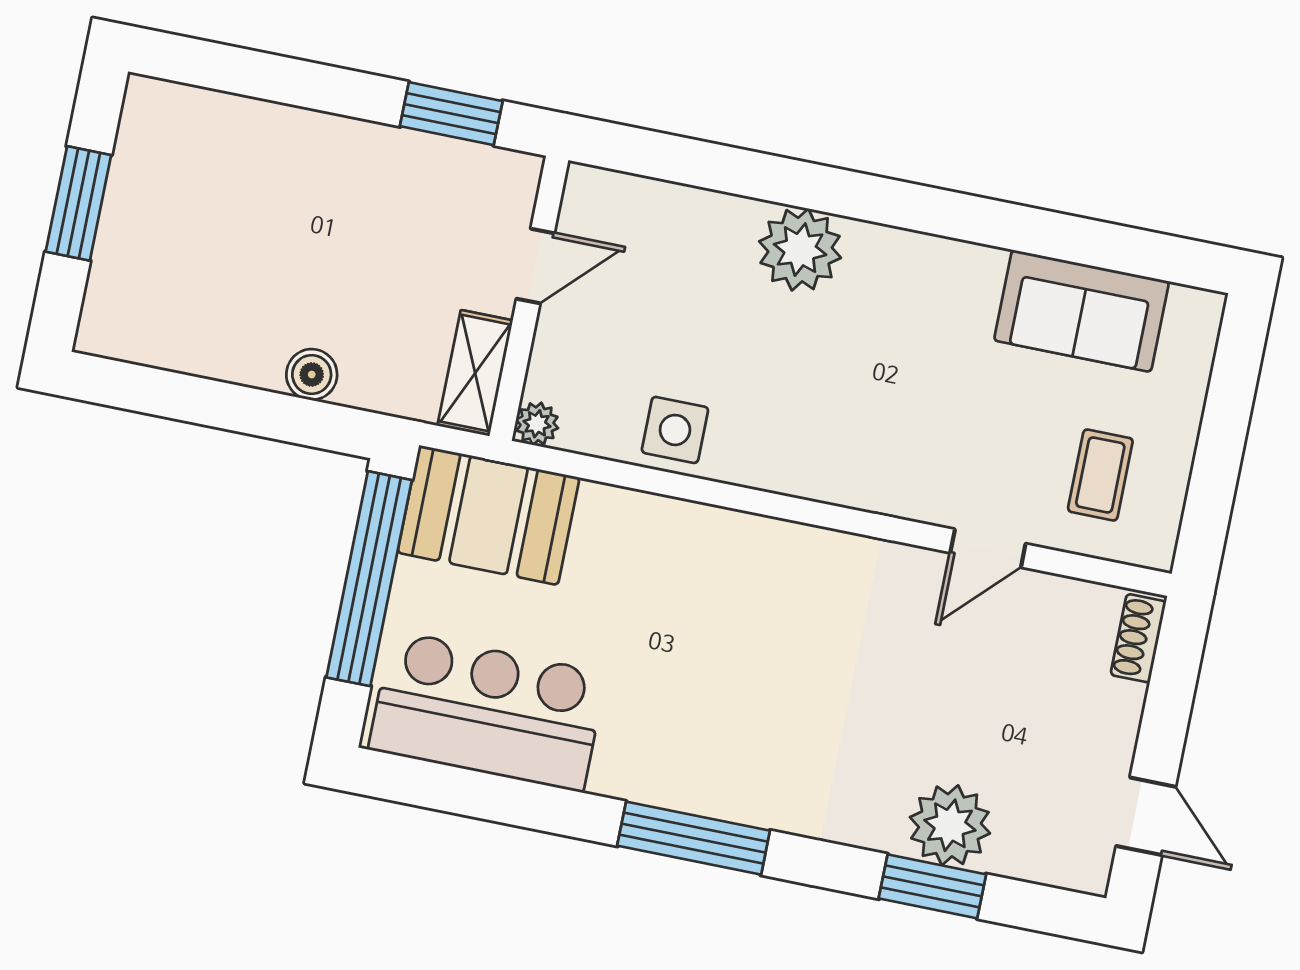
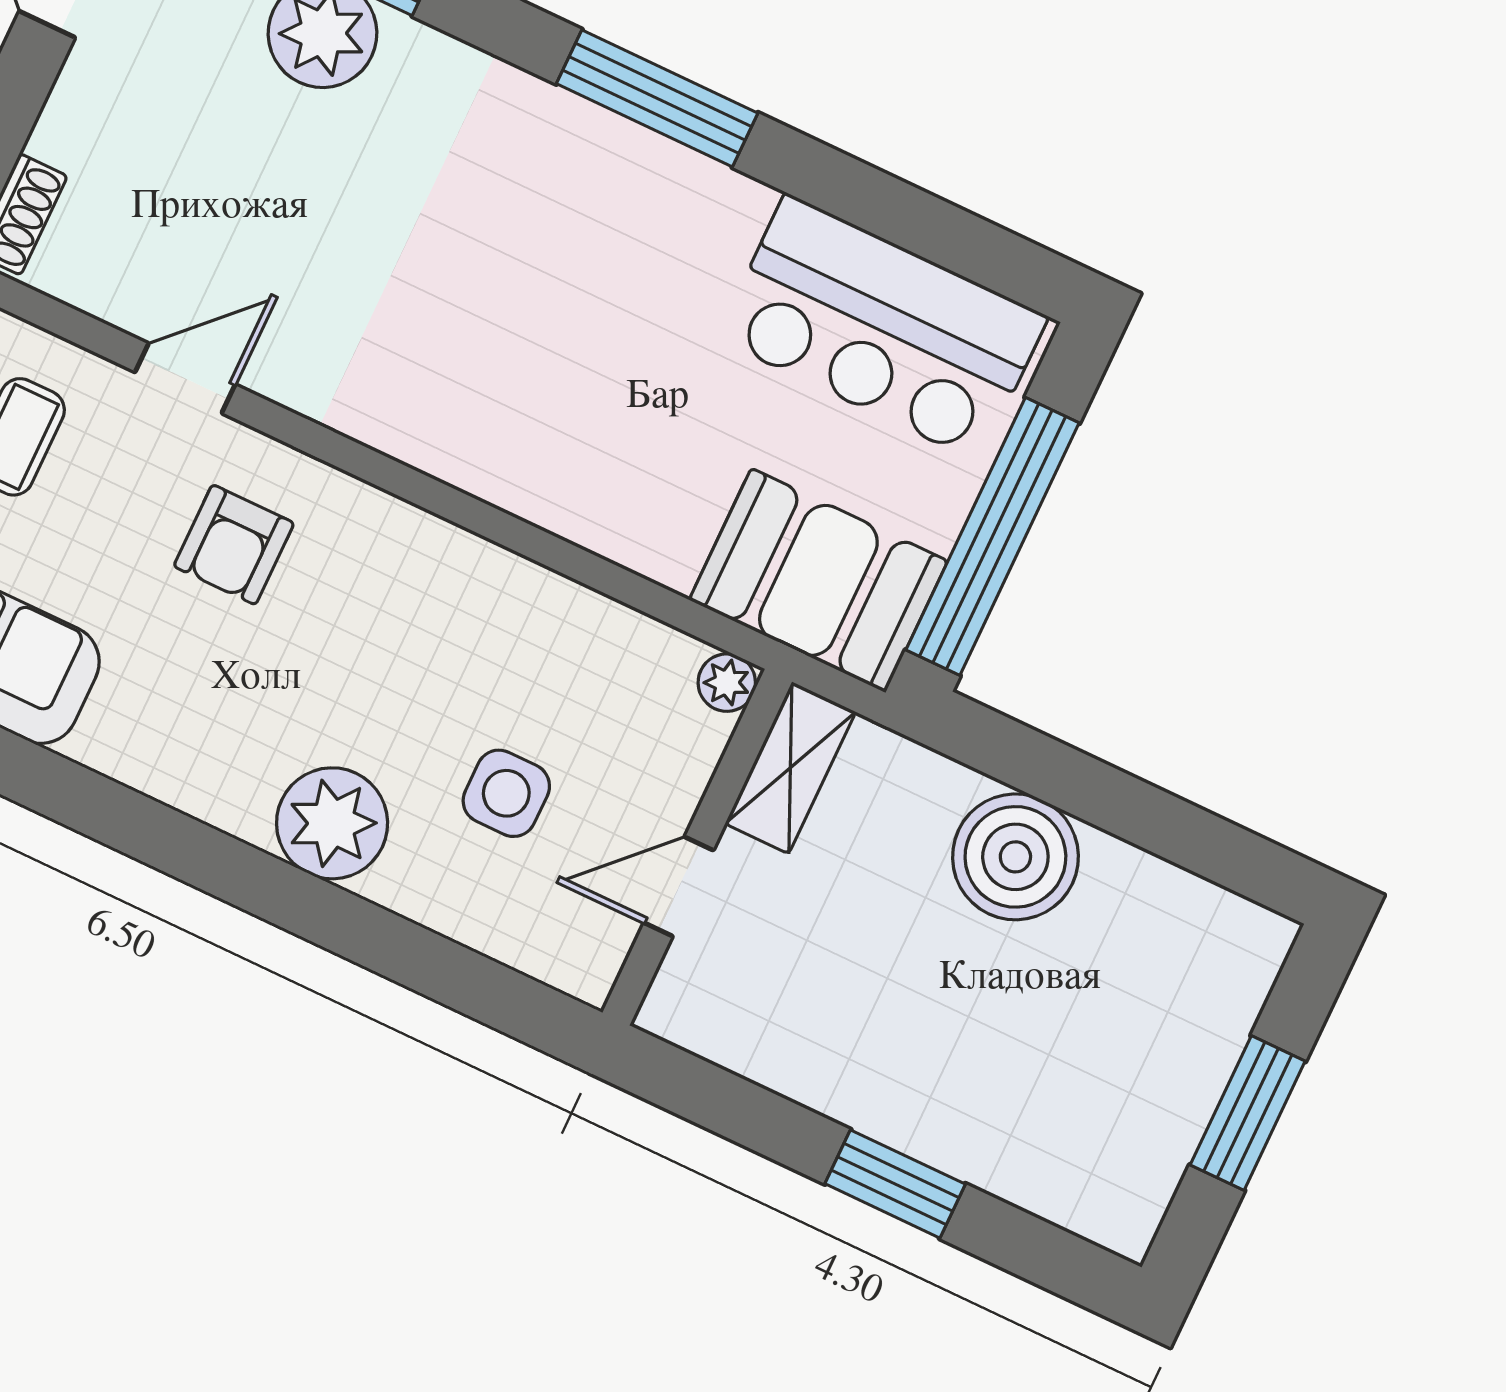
window: (451, 114) -> (895, 1184), moved
boiler: (312, 374) -> (1015, 857), width x1.86, depth x1.86
side table: (675, 430) -> (506, 793), moved
armchair: (922, 435) -> (234, 545), added

